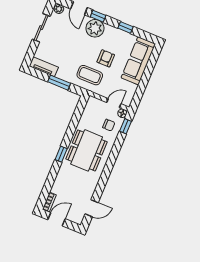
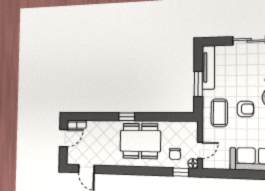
armchair: (106, 58) -> (245, 109), moved
tv unit: (44, 67) -> (208, 67), width x1.41
door: (114, 103) -> (200, 150), hinge flipped
door: (57, 219) -> (64, 138), hinge flipped

